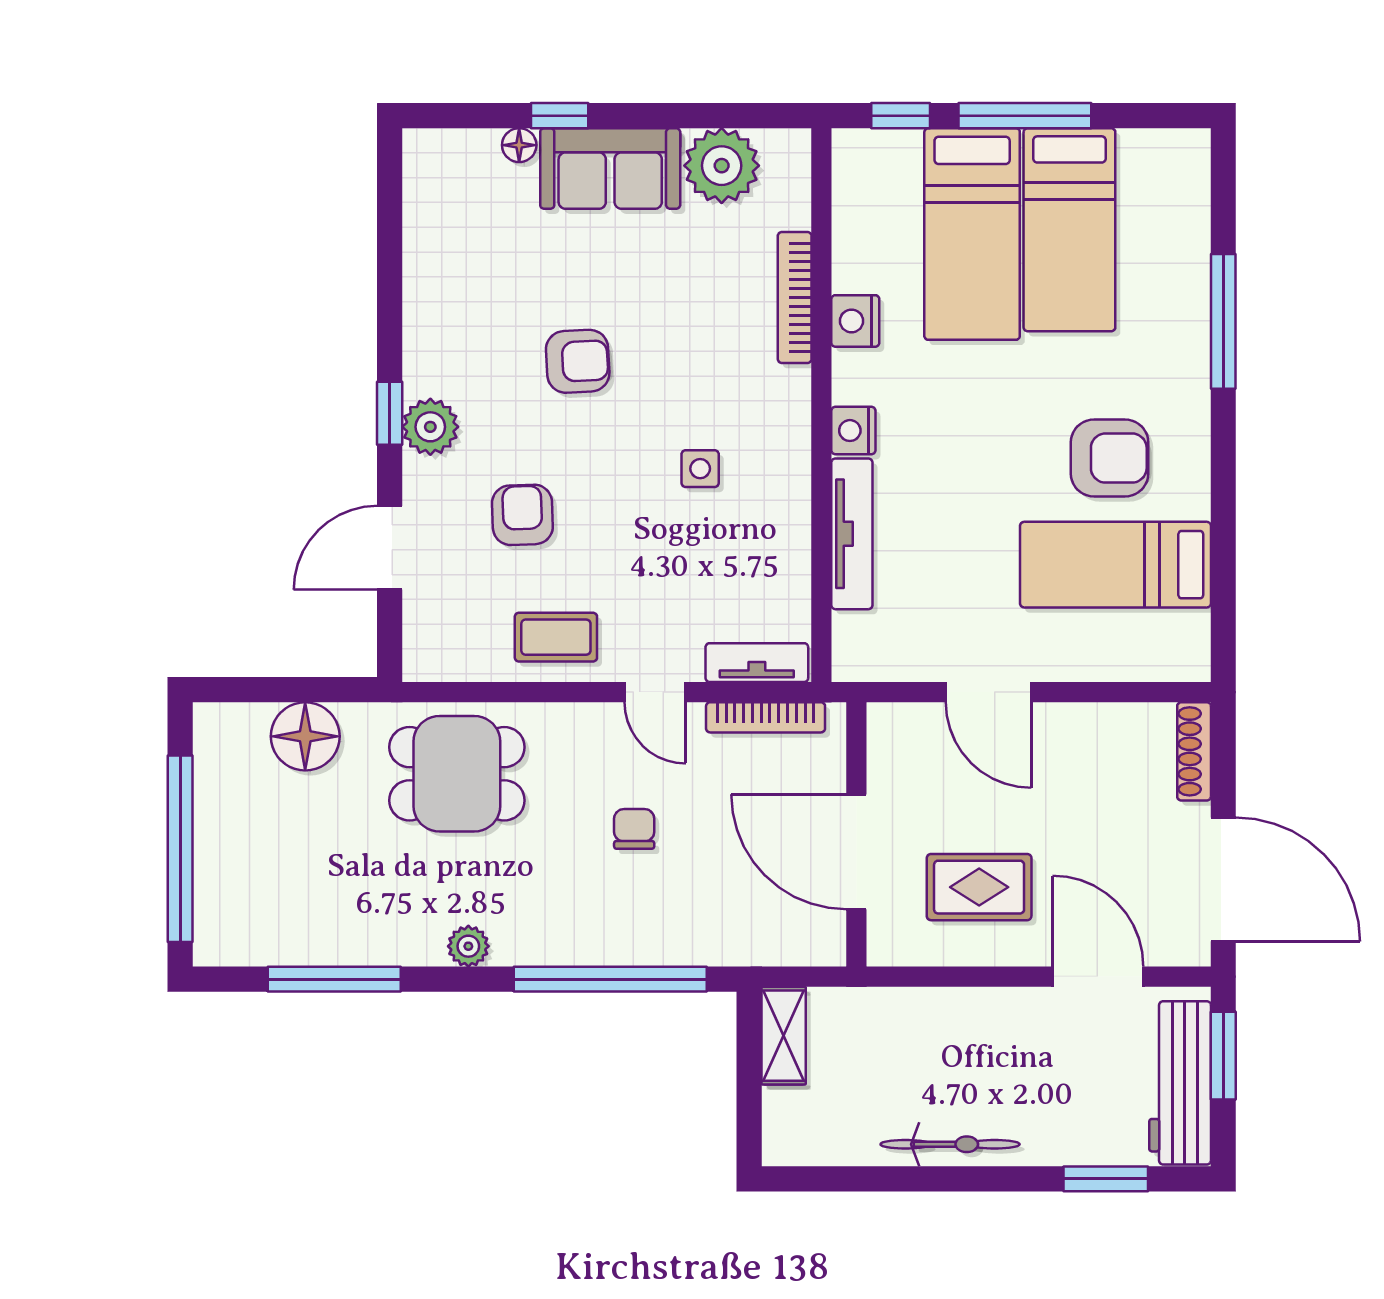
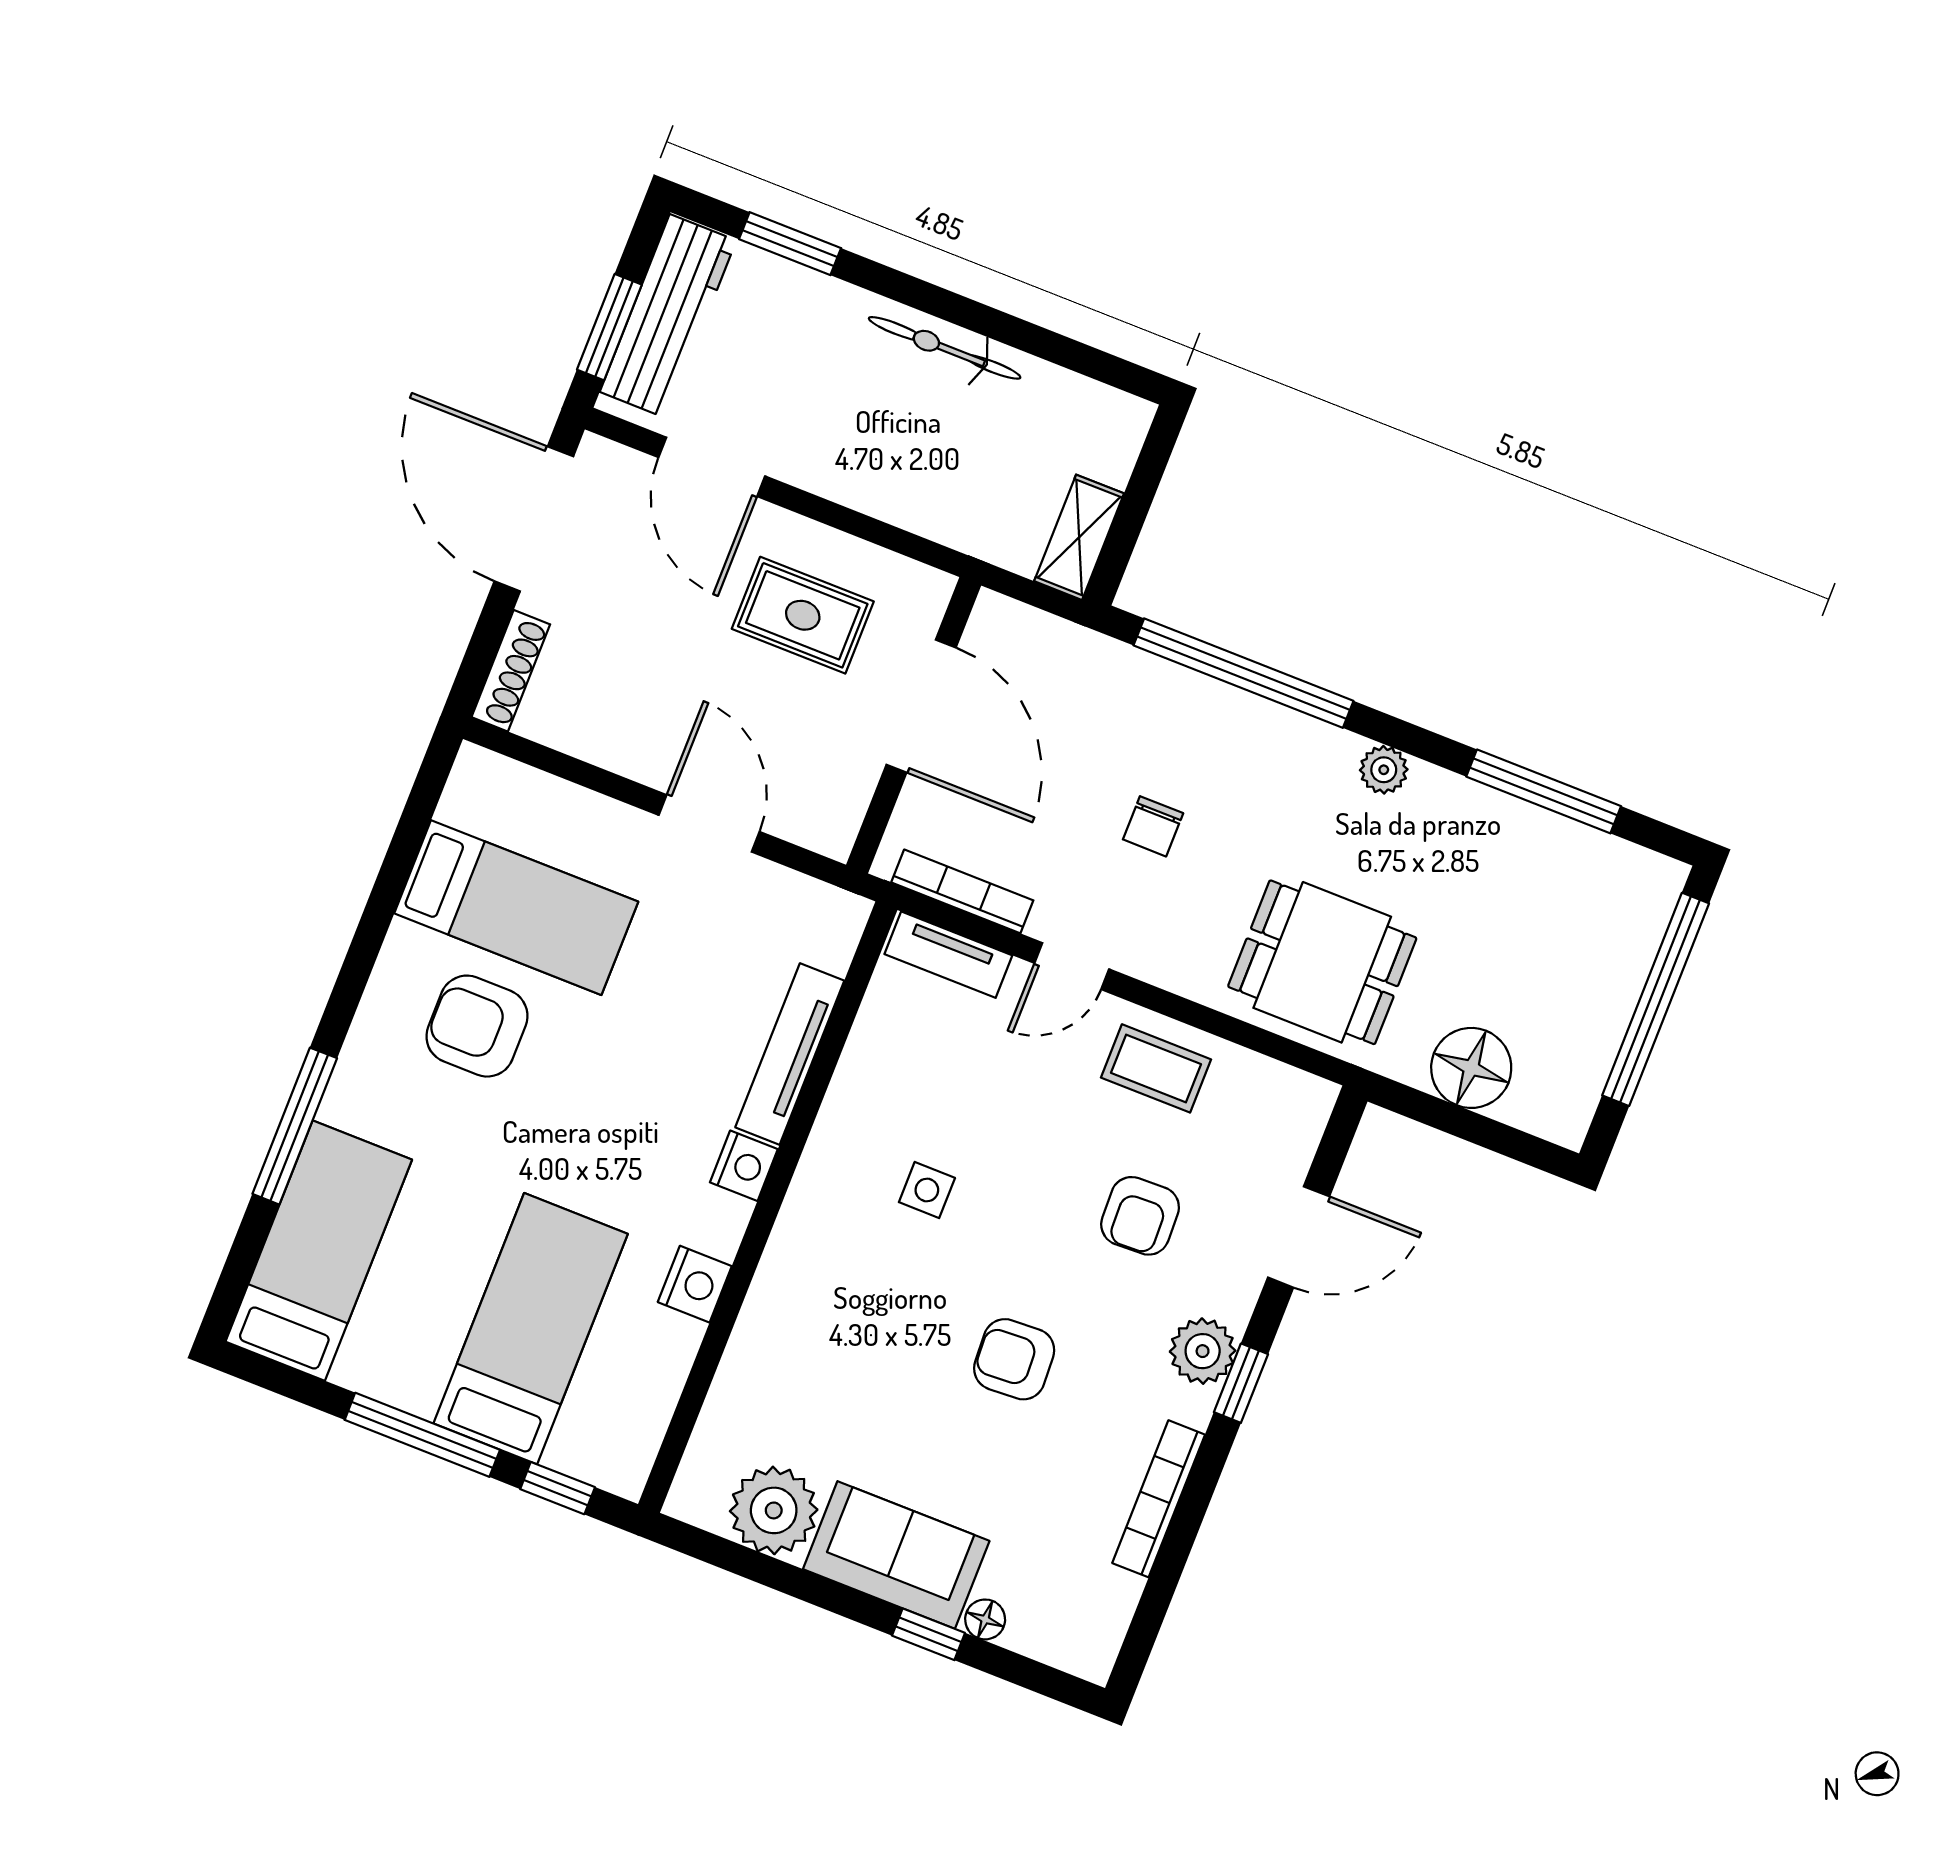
bed: (1069, 230) -> (319, 1251), moved
bookcase: (795, 297) -> (1159, 1499), moved, turned 180
door: (655, 692) -> (1072, 966), swing flipped

